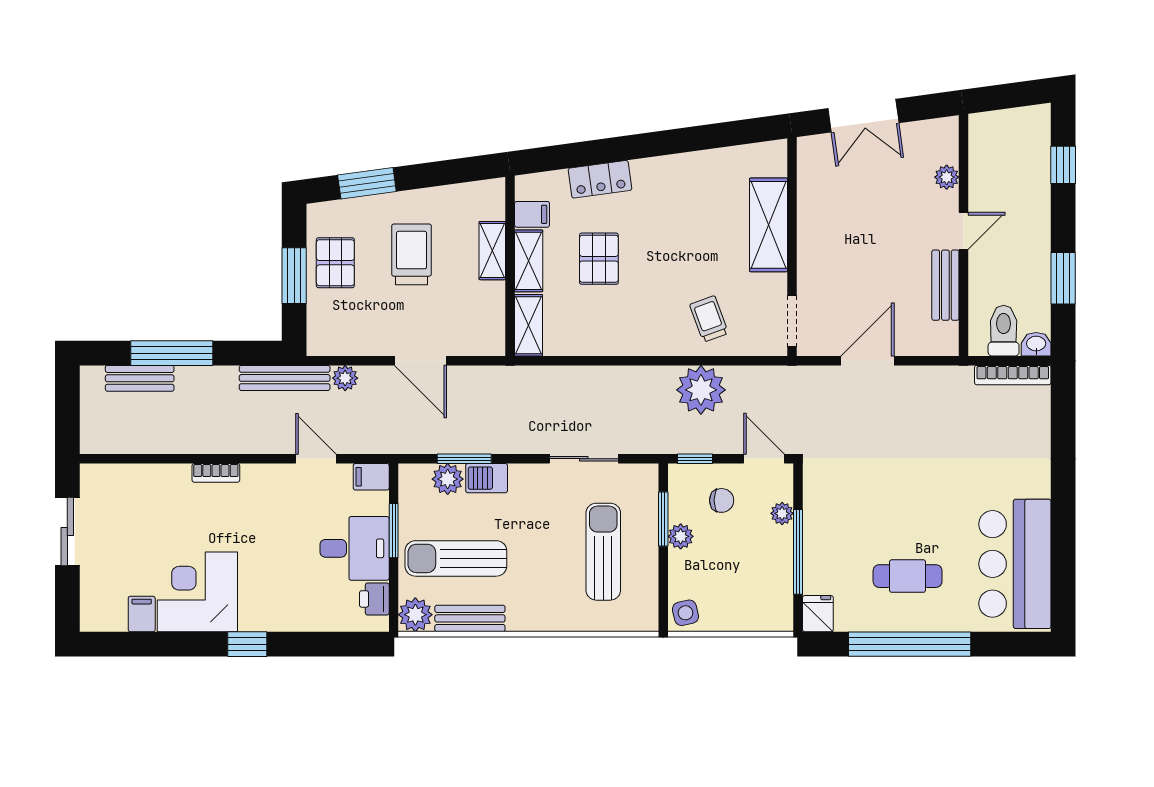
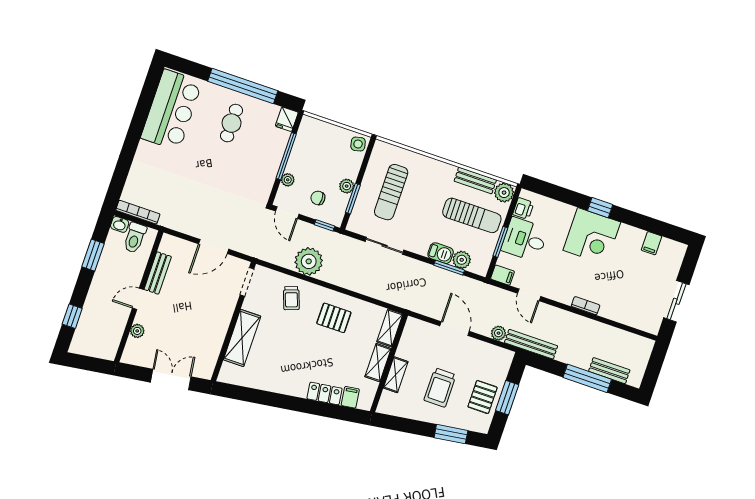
filing cabinet: (532, 214) -> (350, 397), moved, turned 82
pallet: (599, 259) -> (334, 318), moved, turned 90
cafe table: (908, 576) -> (232, 123), turned 90
corner desk: (197, 592) -> (592, 236), moved

